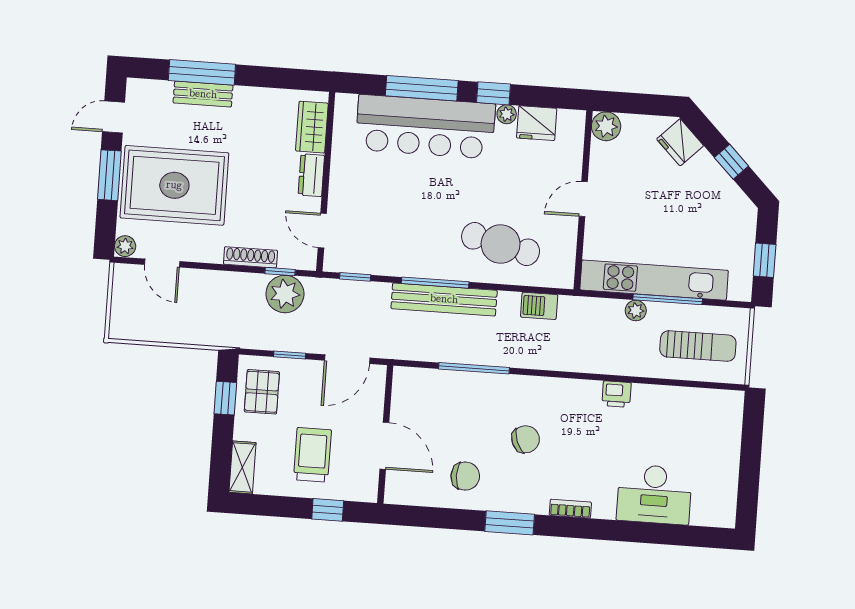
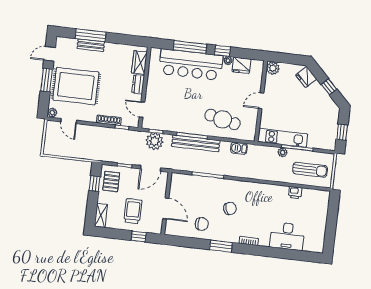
kitchen unit: (654, 280) -> (283, 138), width x0.73
plant: (285, 294) -> (155, 141), moved
printer: (616, 394) -> (295, 193), moved

